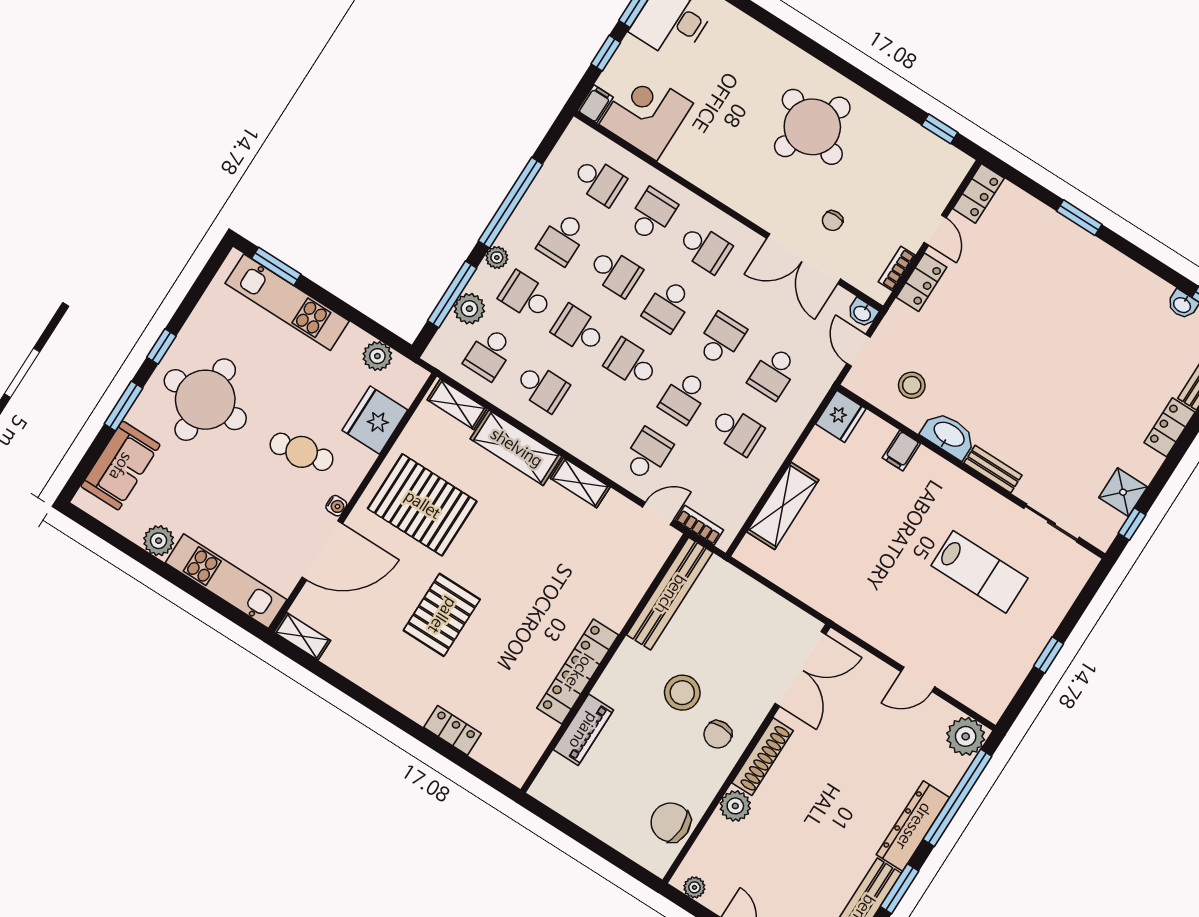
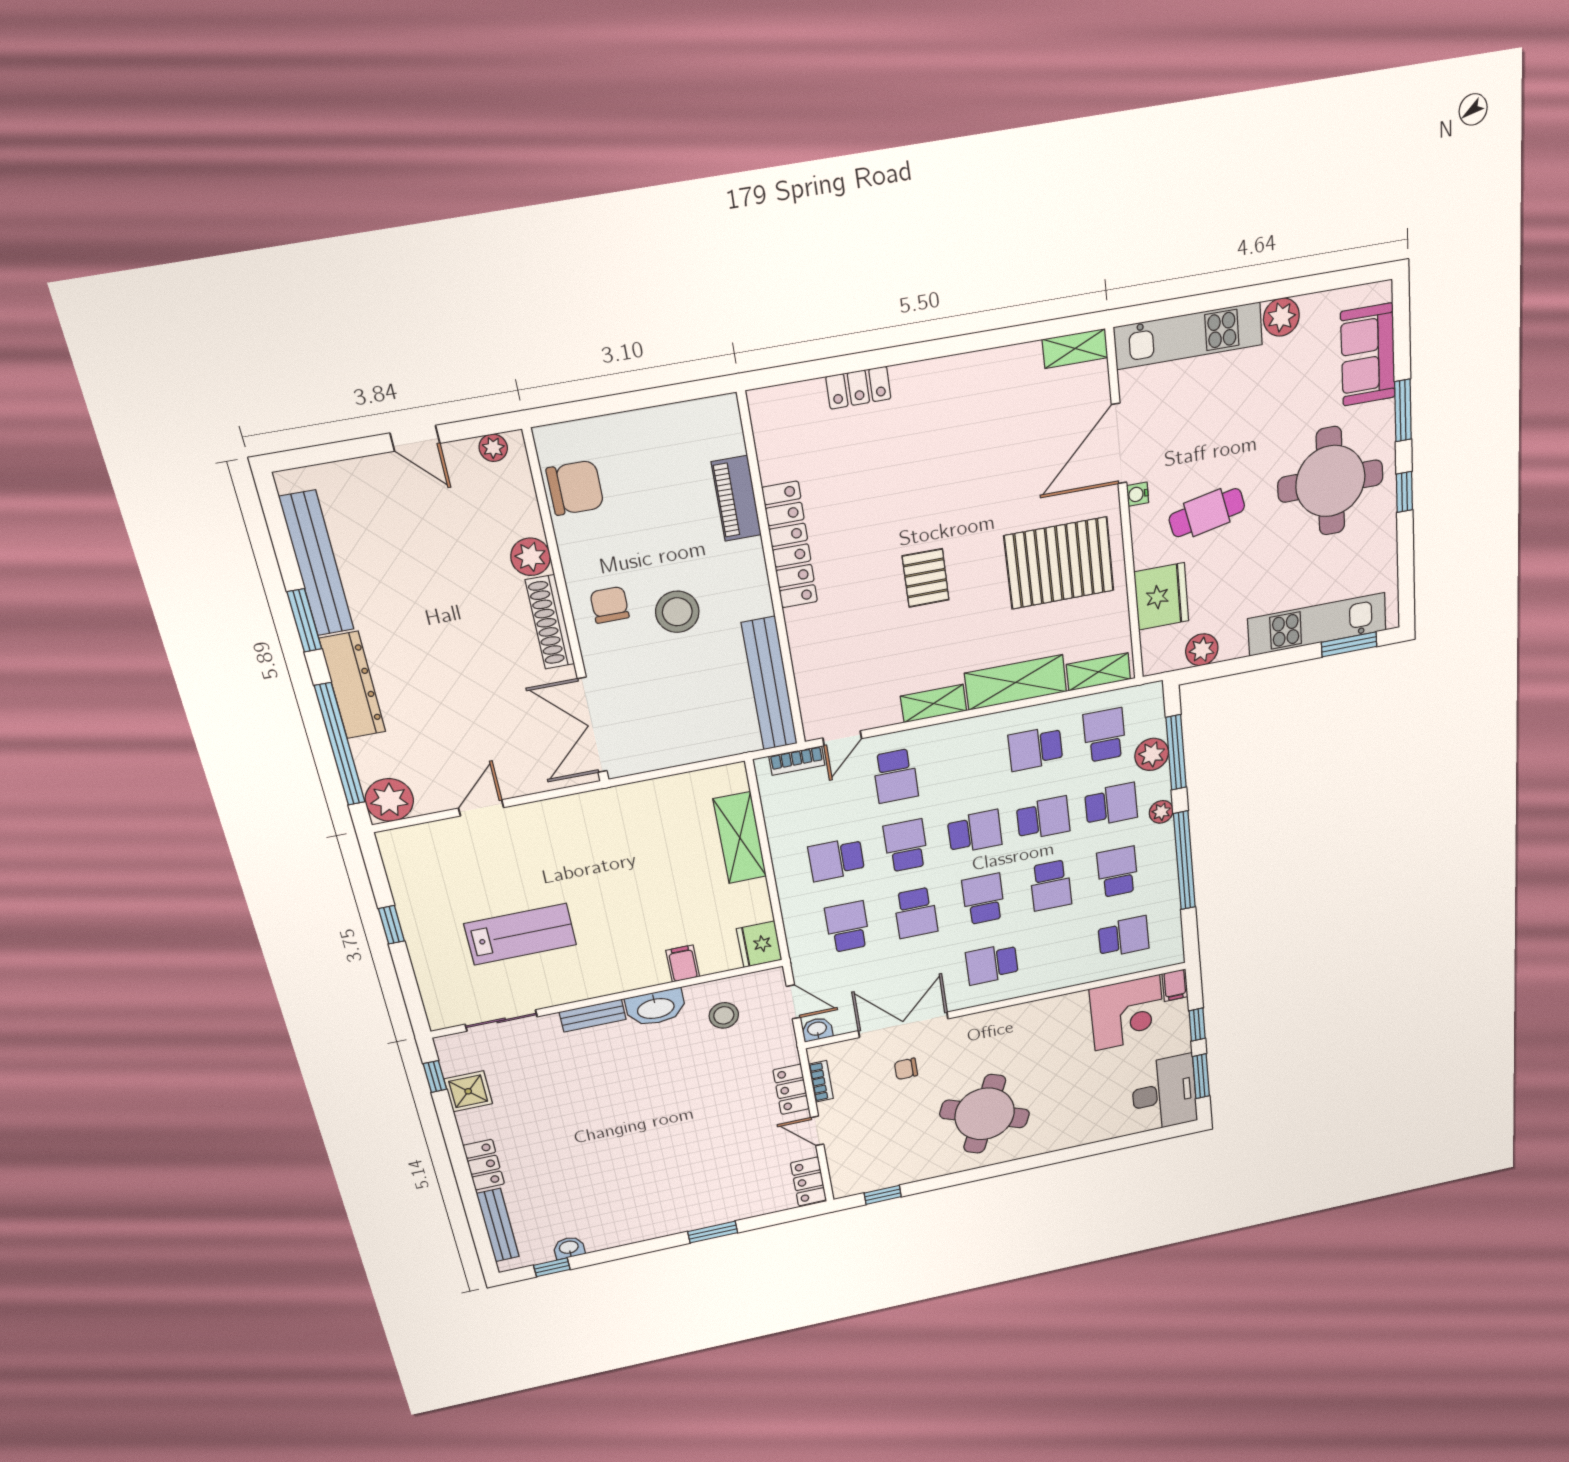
school desk: (599, 181) -> (1124, 937), turned 180
school desk: (652, 215) -> (1058, 950), removed
chair: (833, 221) -> (906, 1069), turned -90
school desk: (615, 272) -> (1051, 885), turned -90
lab bench: (979, 572) -> (520, 934), turned 180
pallet: (442, 615) -> (926, 578), moved, width x0.67, depth x0.71

